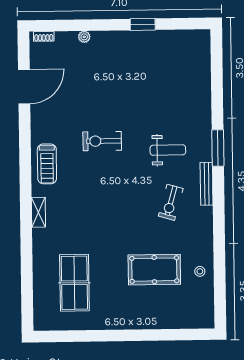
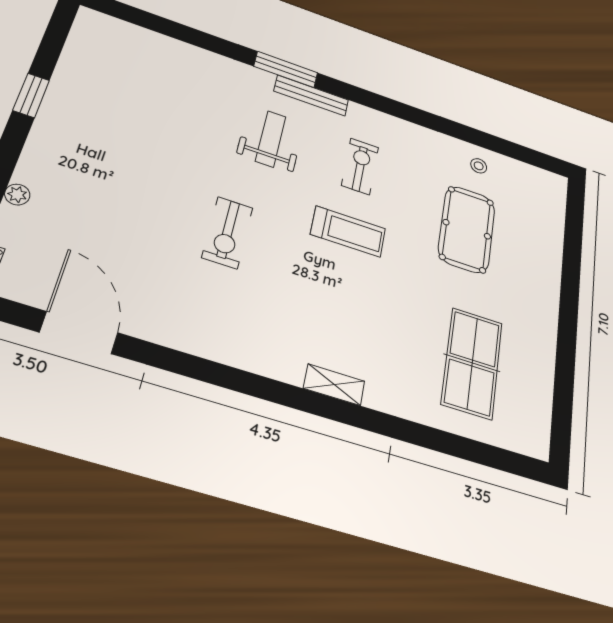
treadmill: (47, 164) -> (348, 231), moved
bench: (207, 184) -> (311, 95), moved
exercise bike: (171, 202) -> (360, 166), turned -106
table tennis table: (74, 283) -> (472, 363), turned 90

